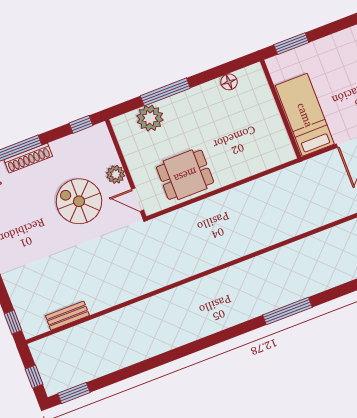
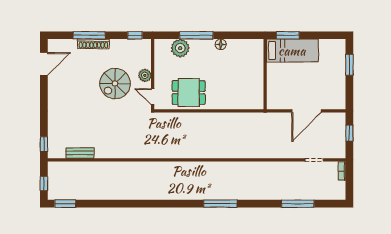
floor lamp: (229, 82) -> (221, 44), moved
bed: (305, 115) -> (292, 51), moved, turned 90
spiral stairs: (79, 201) -> (115, 83), turned -90

